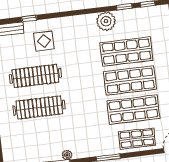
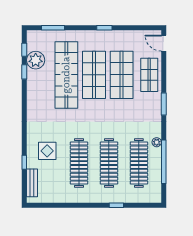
plant: (106, 21) -> (36, 60), moved
shop shelf: (126, 51) -> (66, 75), width x1.40
clothes rail: (43, 139) -> (139, 163), added

